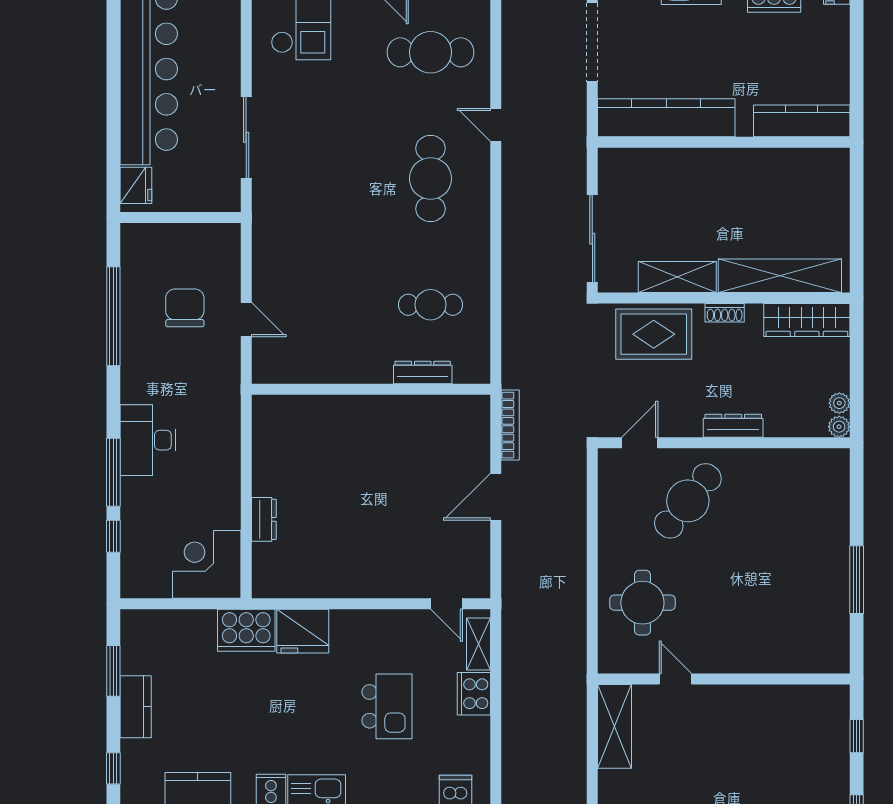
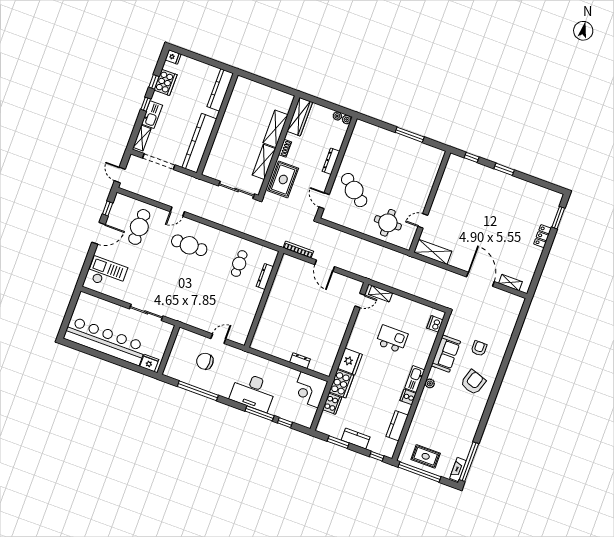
shelving: (780, 276) -> (276, 129), width x0.68
desk: (148, 440) -> (253, 392), width x1.36, depth x1.30
cooker: (474, 694) -> (332, 404), moved, turned -90

